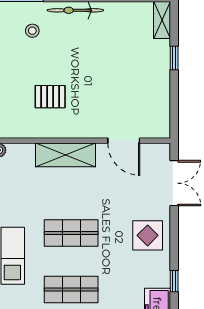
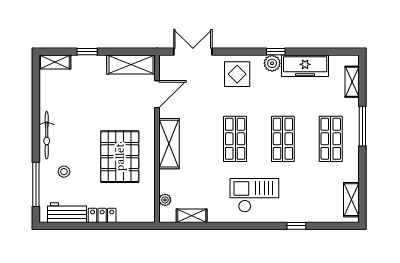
pallet: (50, 97) -> (120, 157), width x2.05, depth x2.00
shelving: (159, 110) -> (131, 65), added
plant: (160, 277) -> (272, 63), added

